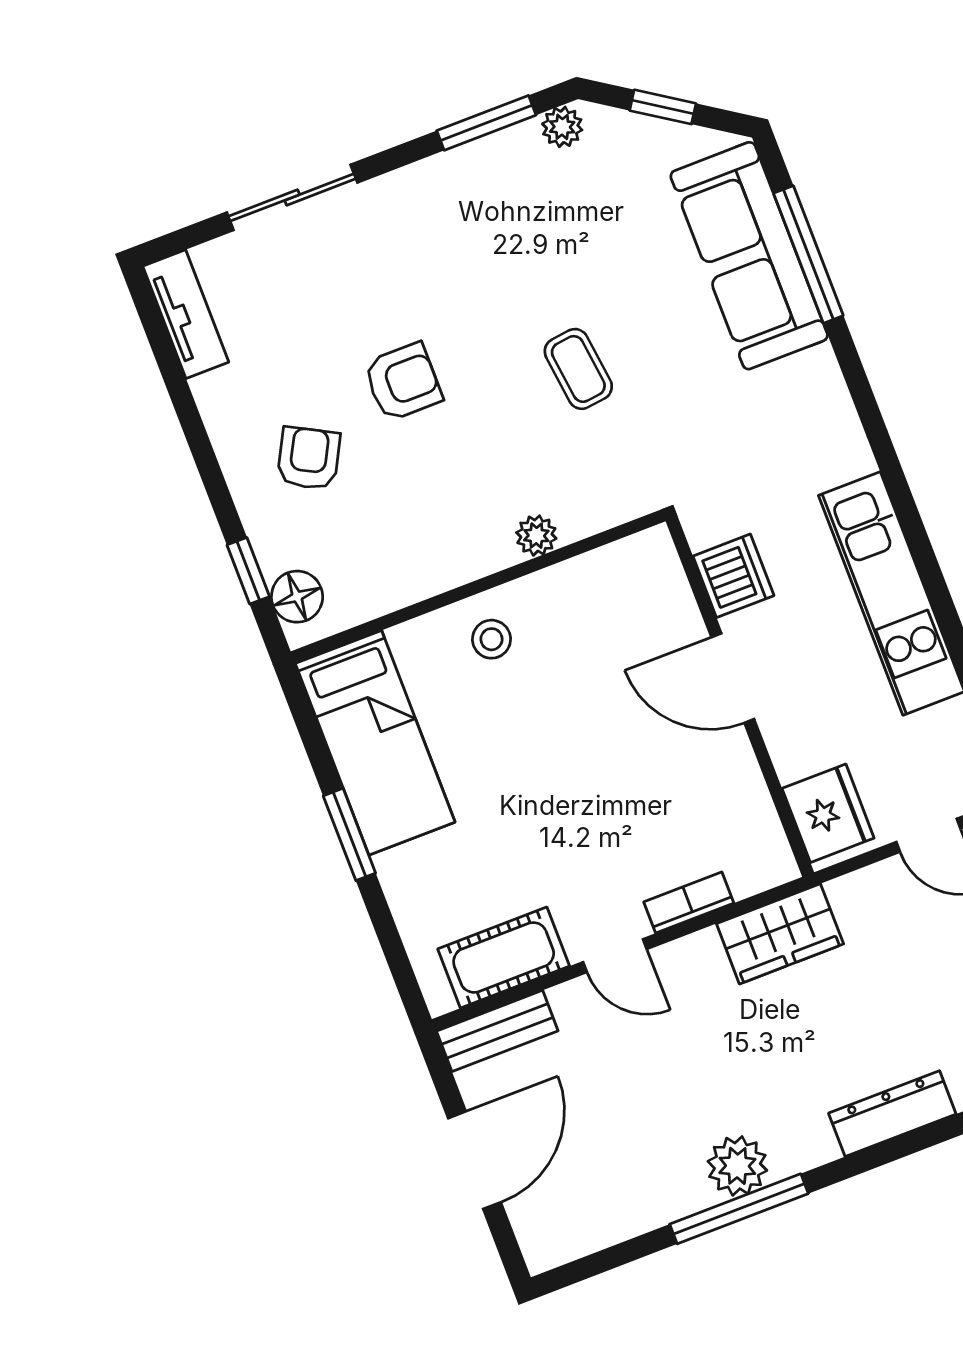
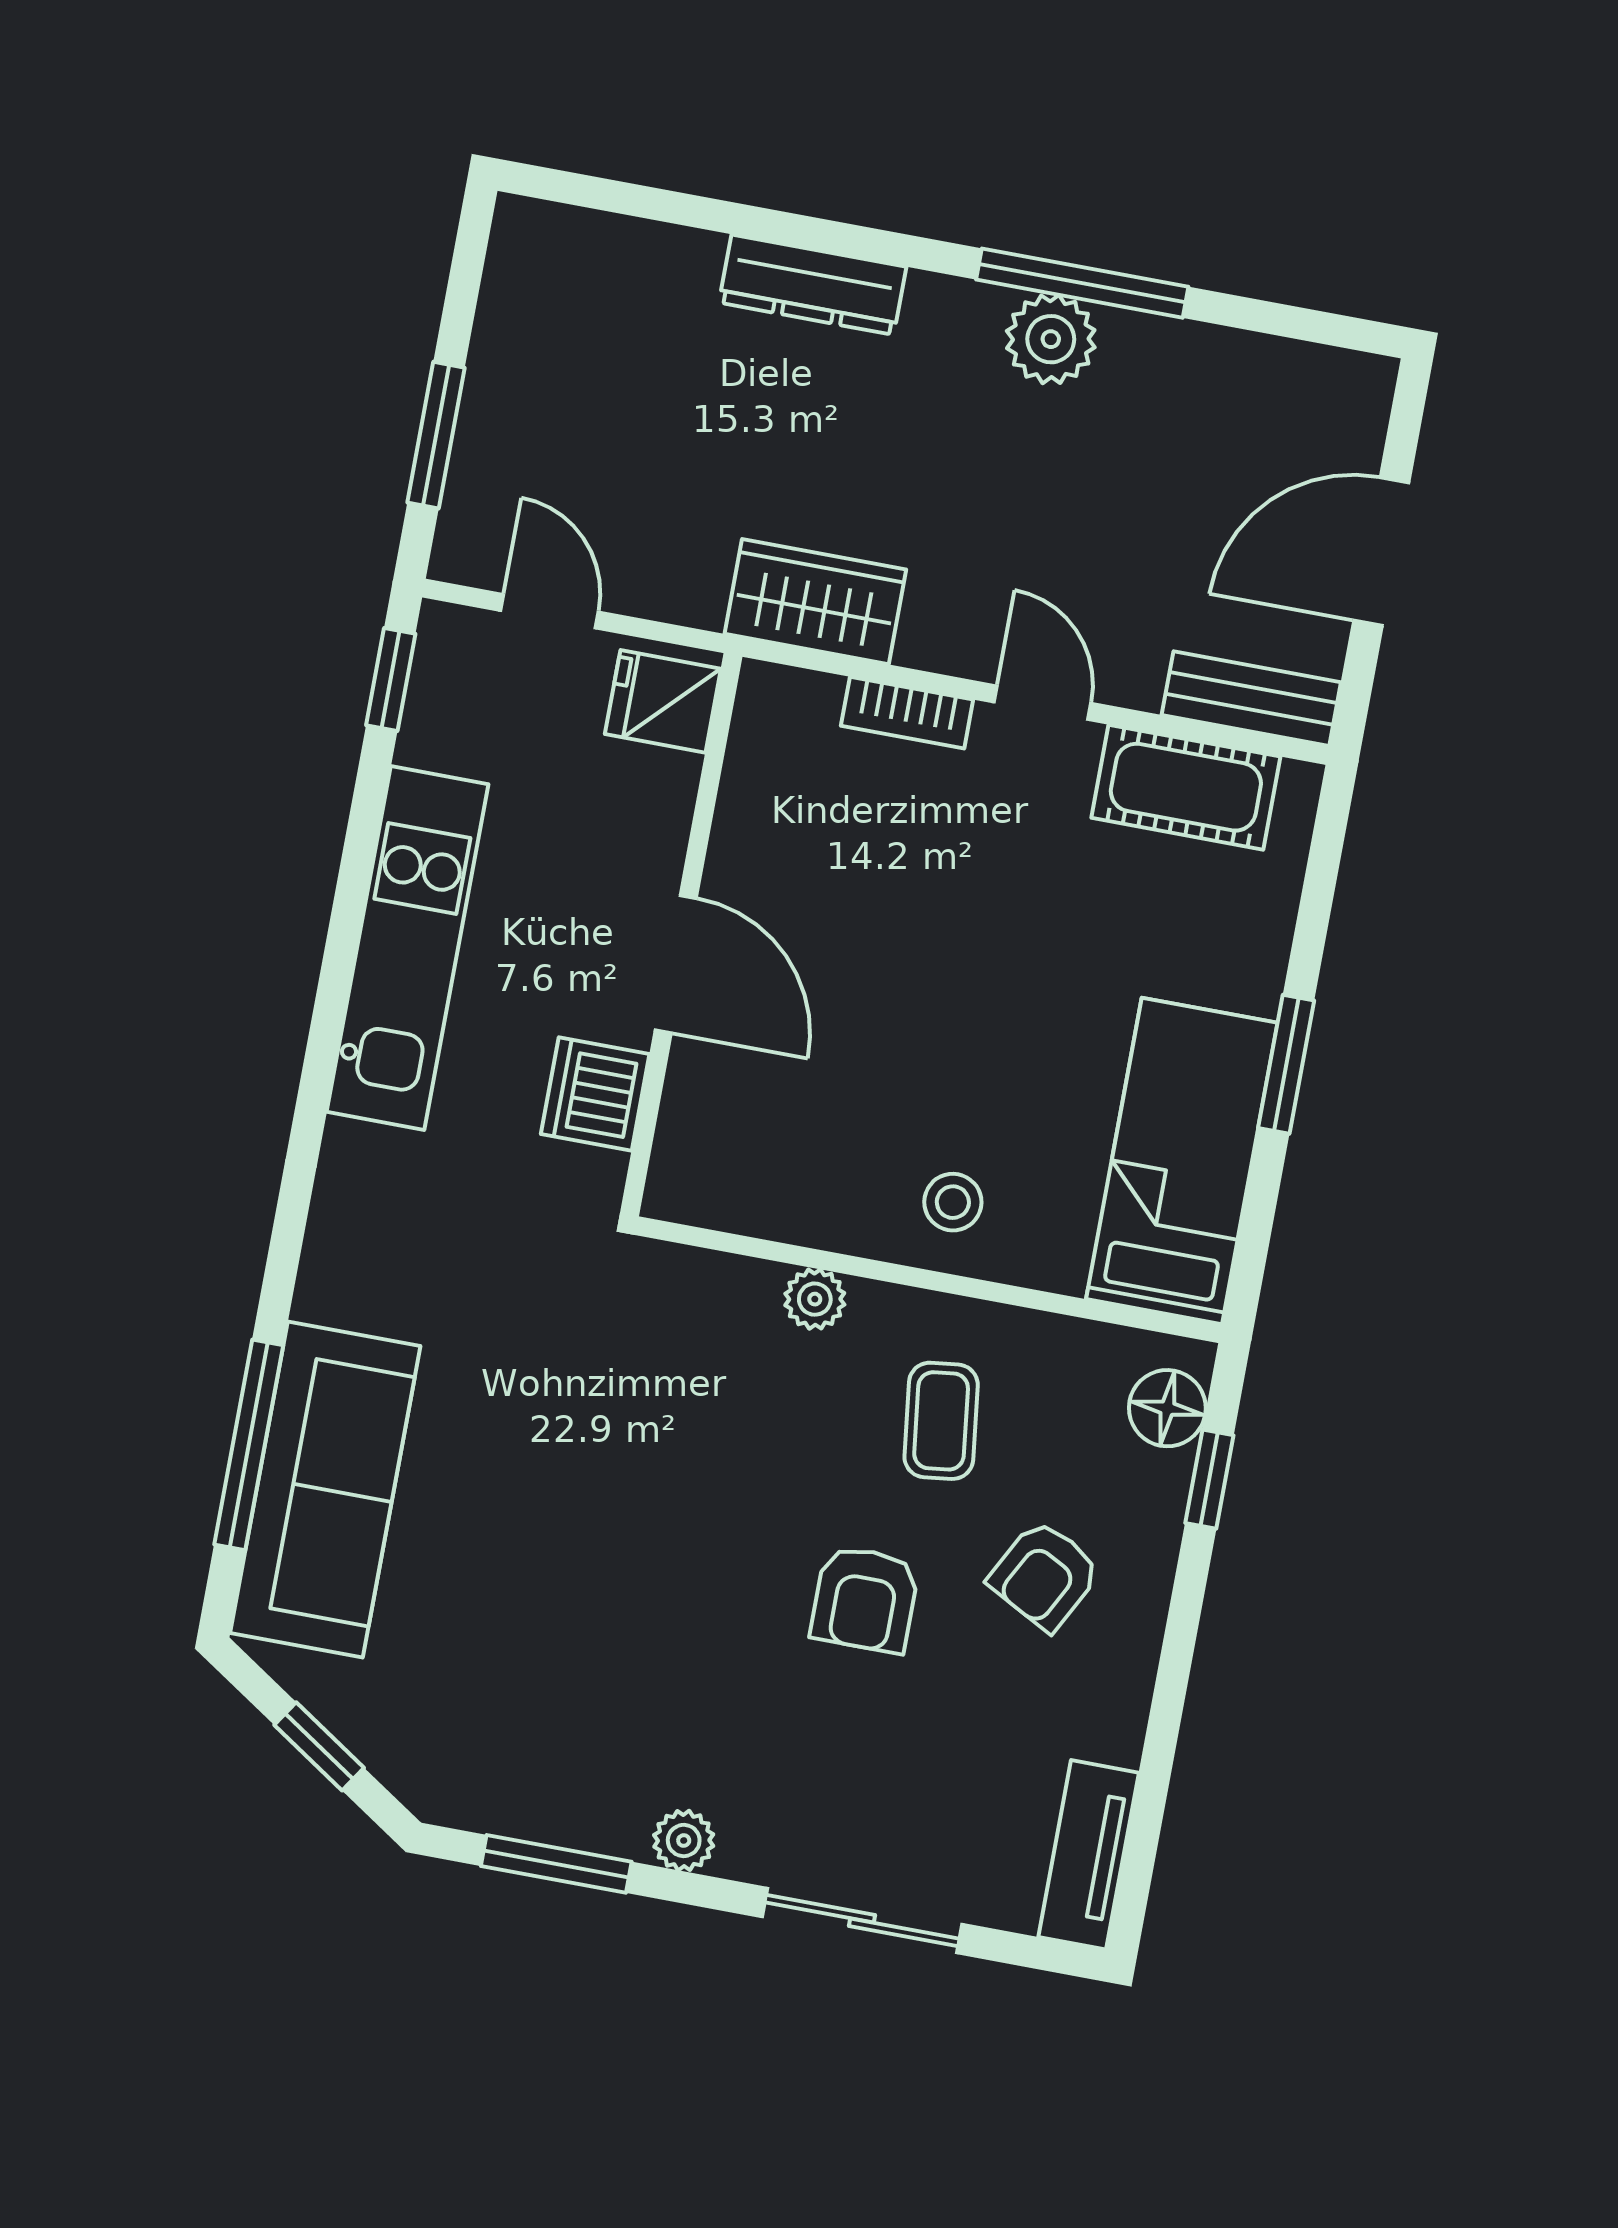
plant: (562, 127) -> (684, 1840), moved
coffee table: (578, 369) -> (941, 1421), moved
armchair: (403, 382) -> (865, 1599), turned -90
fridge: (828, 813) -> (663, 701), width x0.72

